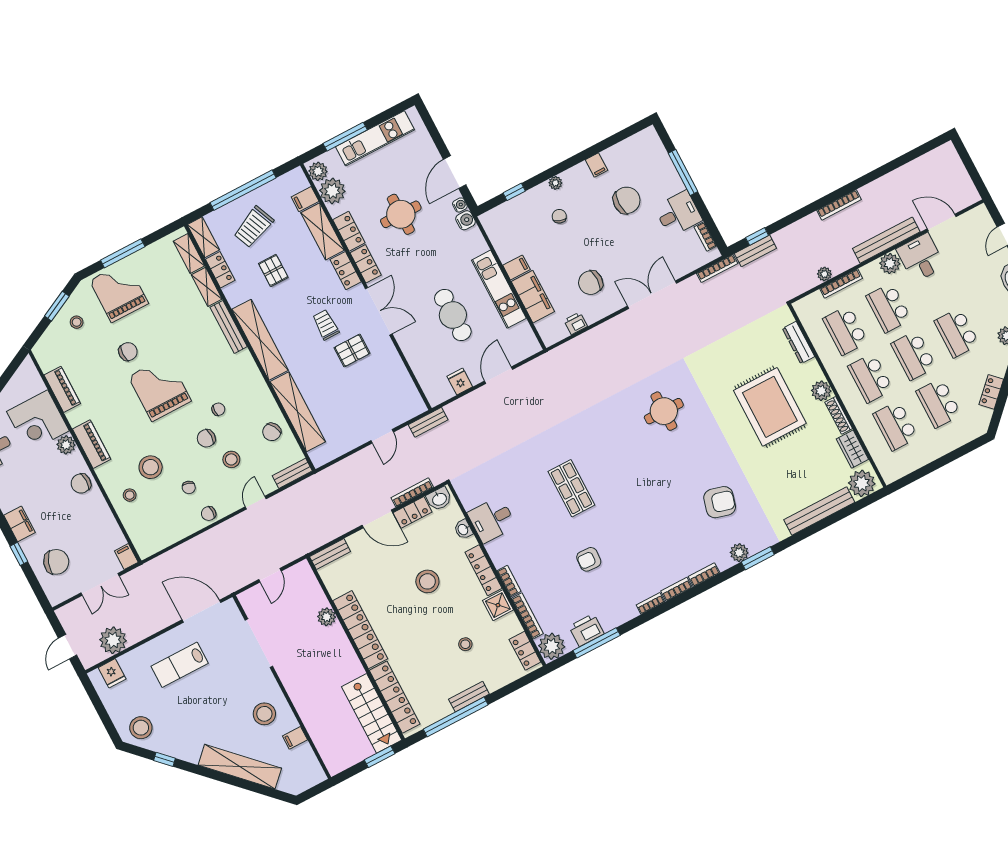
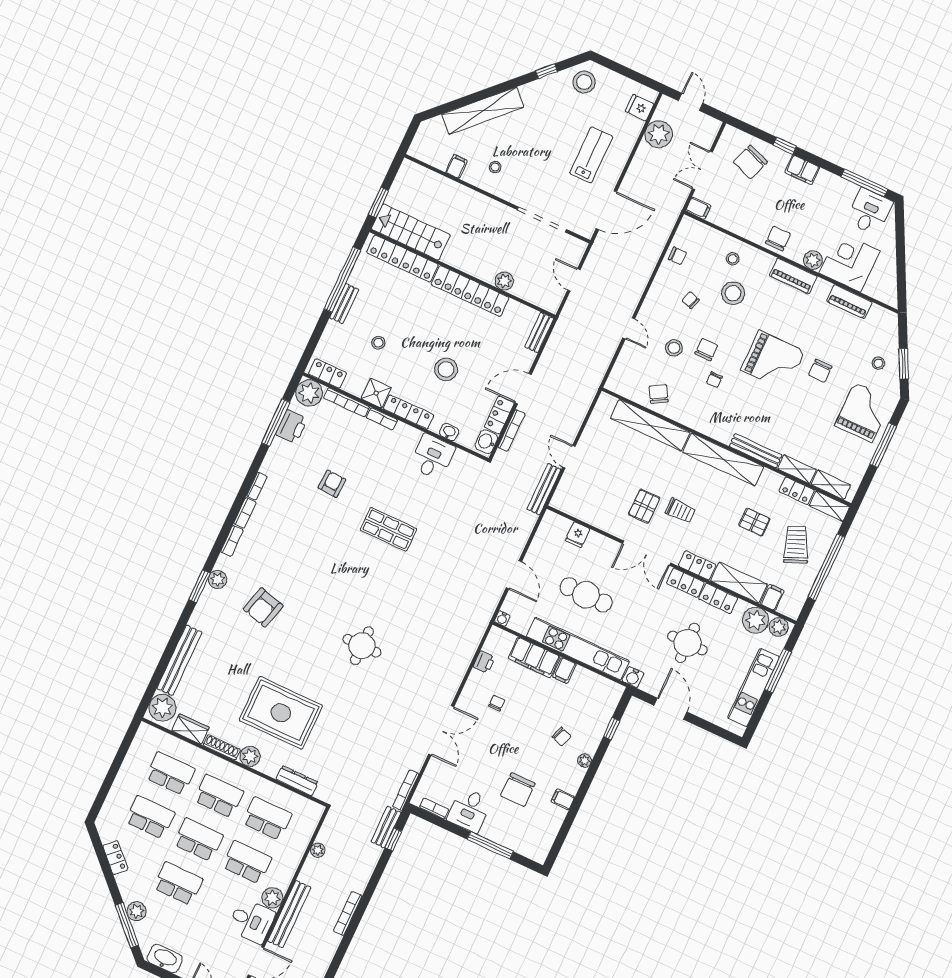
water cooler: (460, 205) -> (502, 618), moved
chair: (591, 283) -> (497, 703), width x0.54, depth x0.54
bookcase: (841, 284) -> (299, 853), removed
kitchen unit: (499, 289) -> (578, 649), width x1.36
grand piano: (119, 292) -> (863, 412), turned -90
fridge: (460, 382) -> (578, 535), moved, turned 90
bench: (428, 422) -> (544, 489), width x1.36
bench: (292, 473) -> (618, 374), removed
chair: (209, 514) -> (677, 256), moved, turned 90
stool: (264, 714) -> (495, 167), width x0.53, depth x0.53

